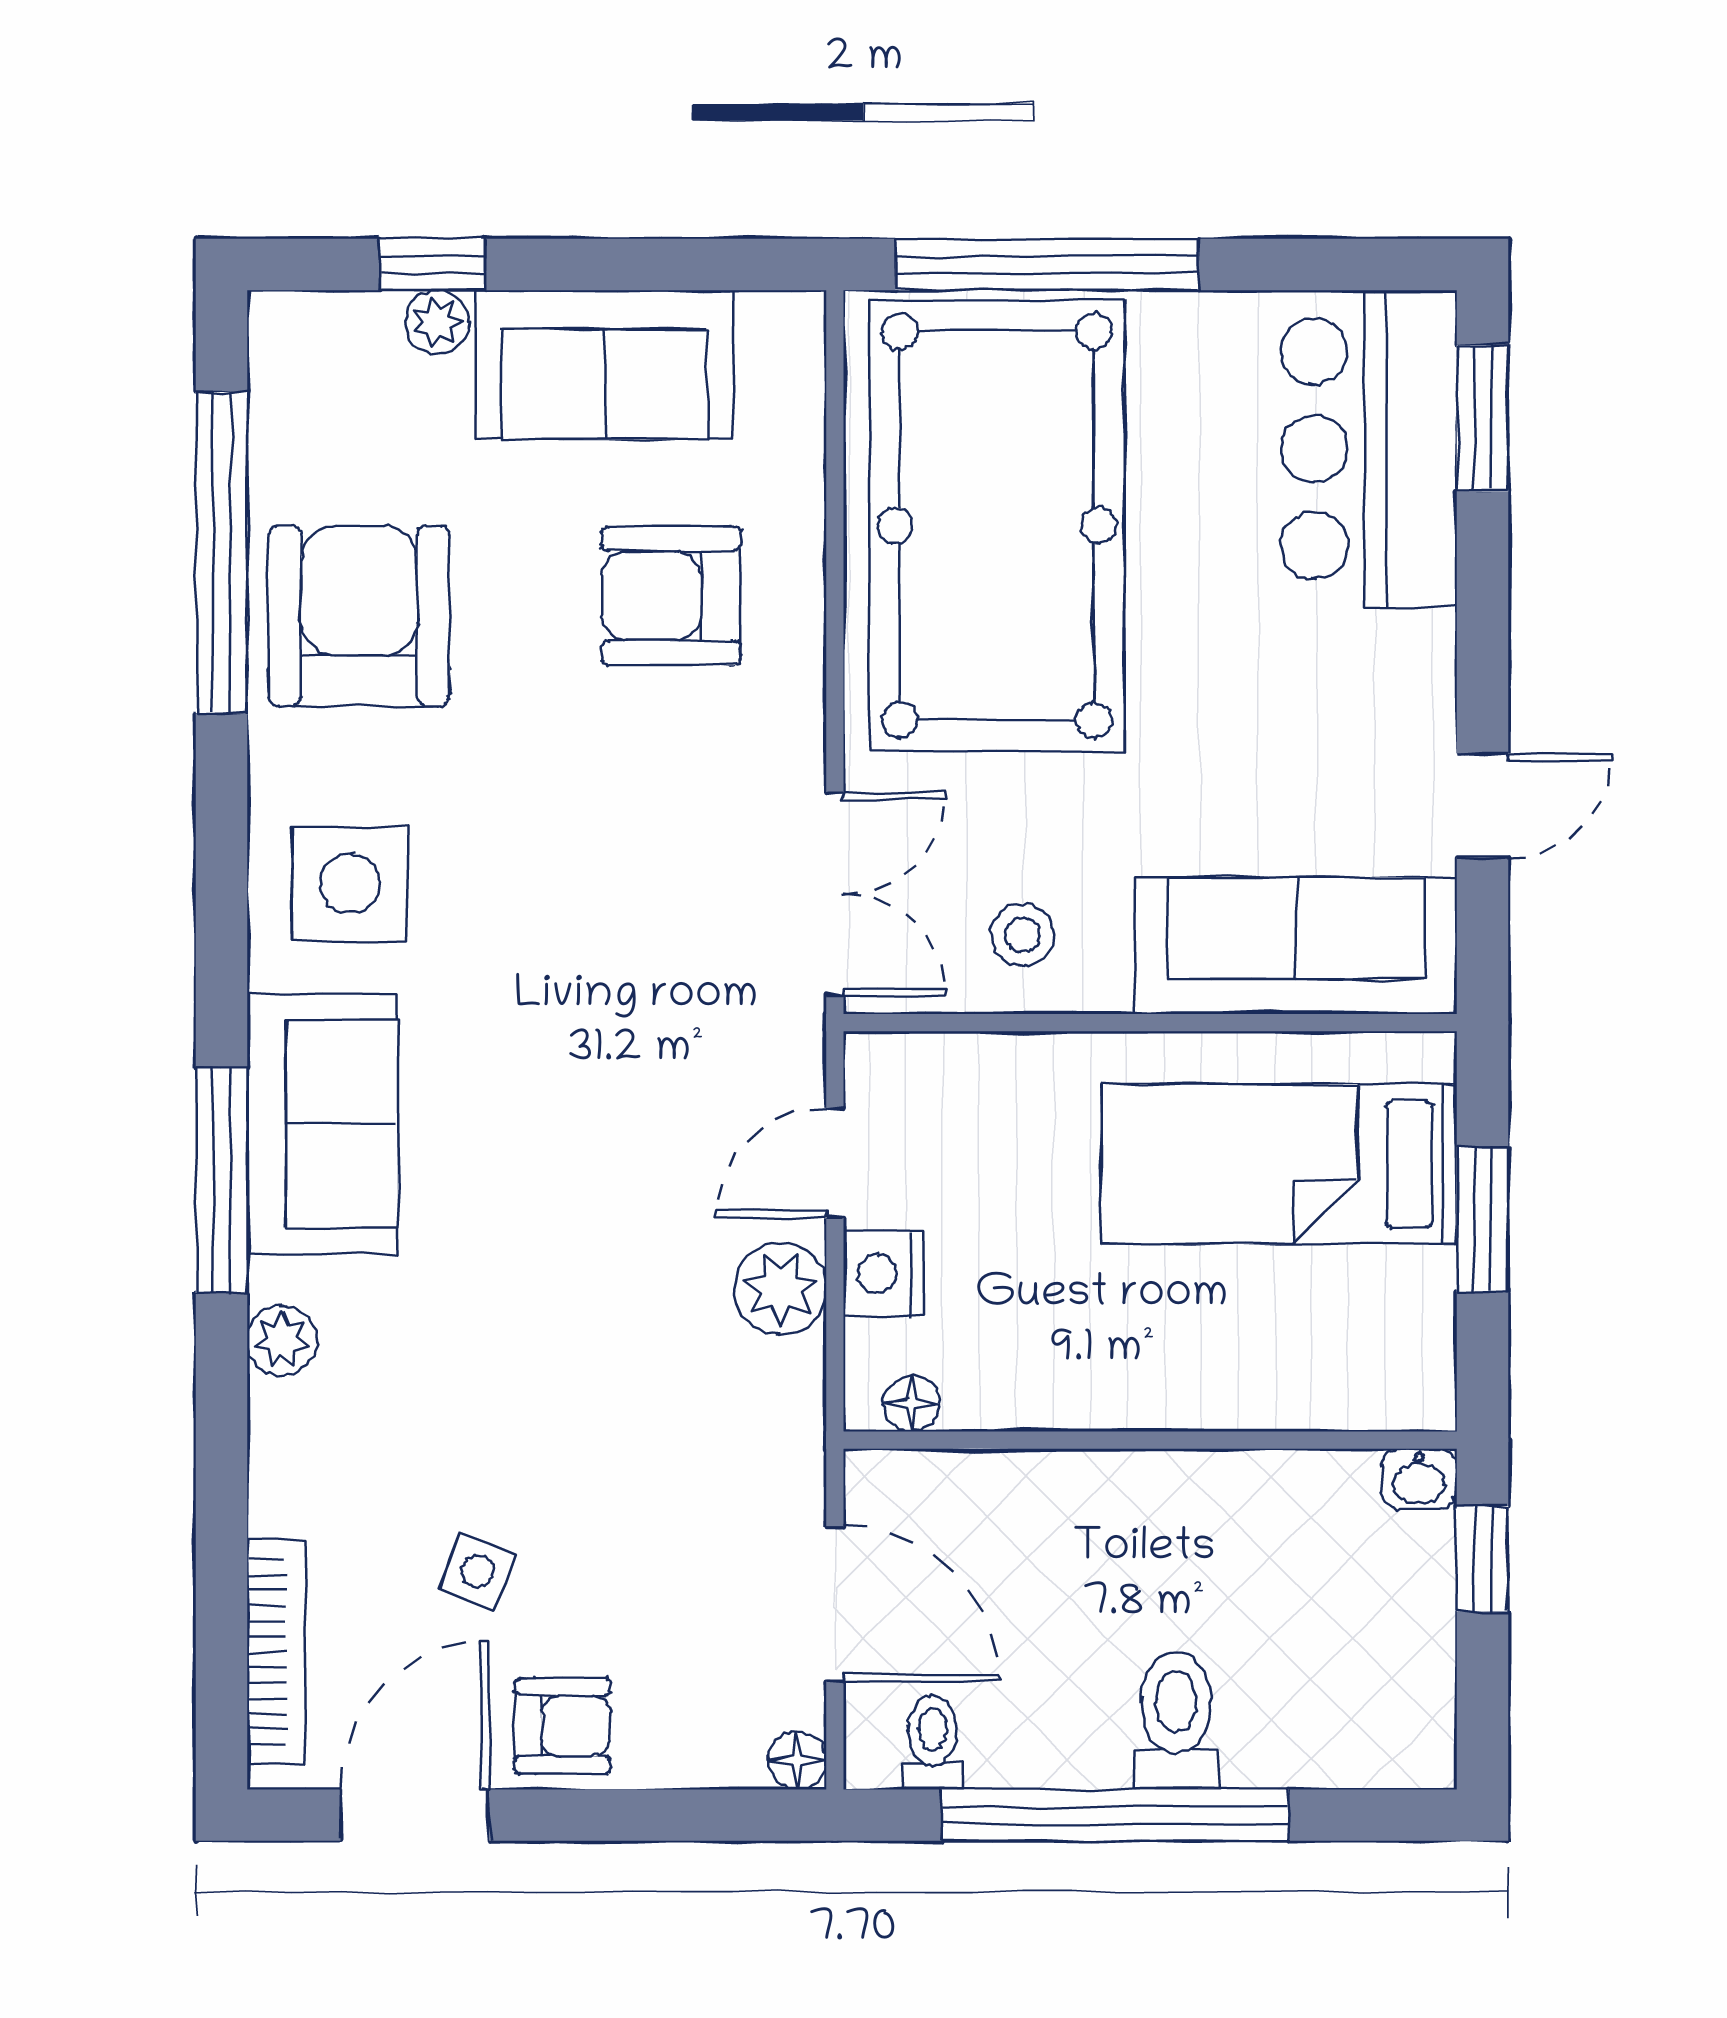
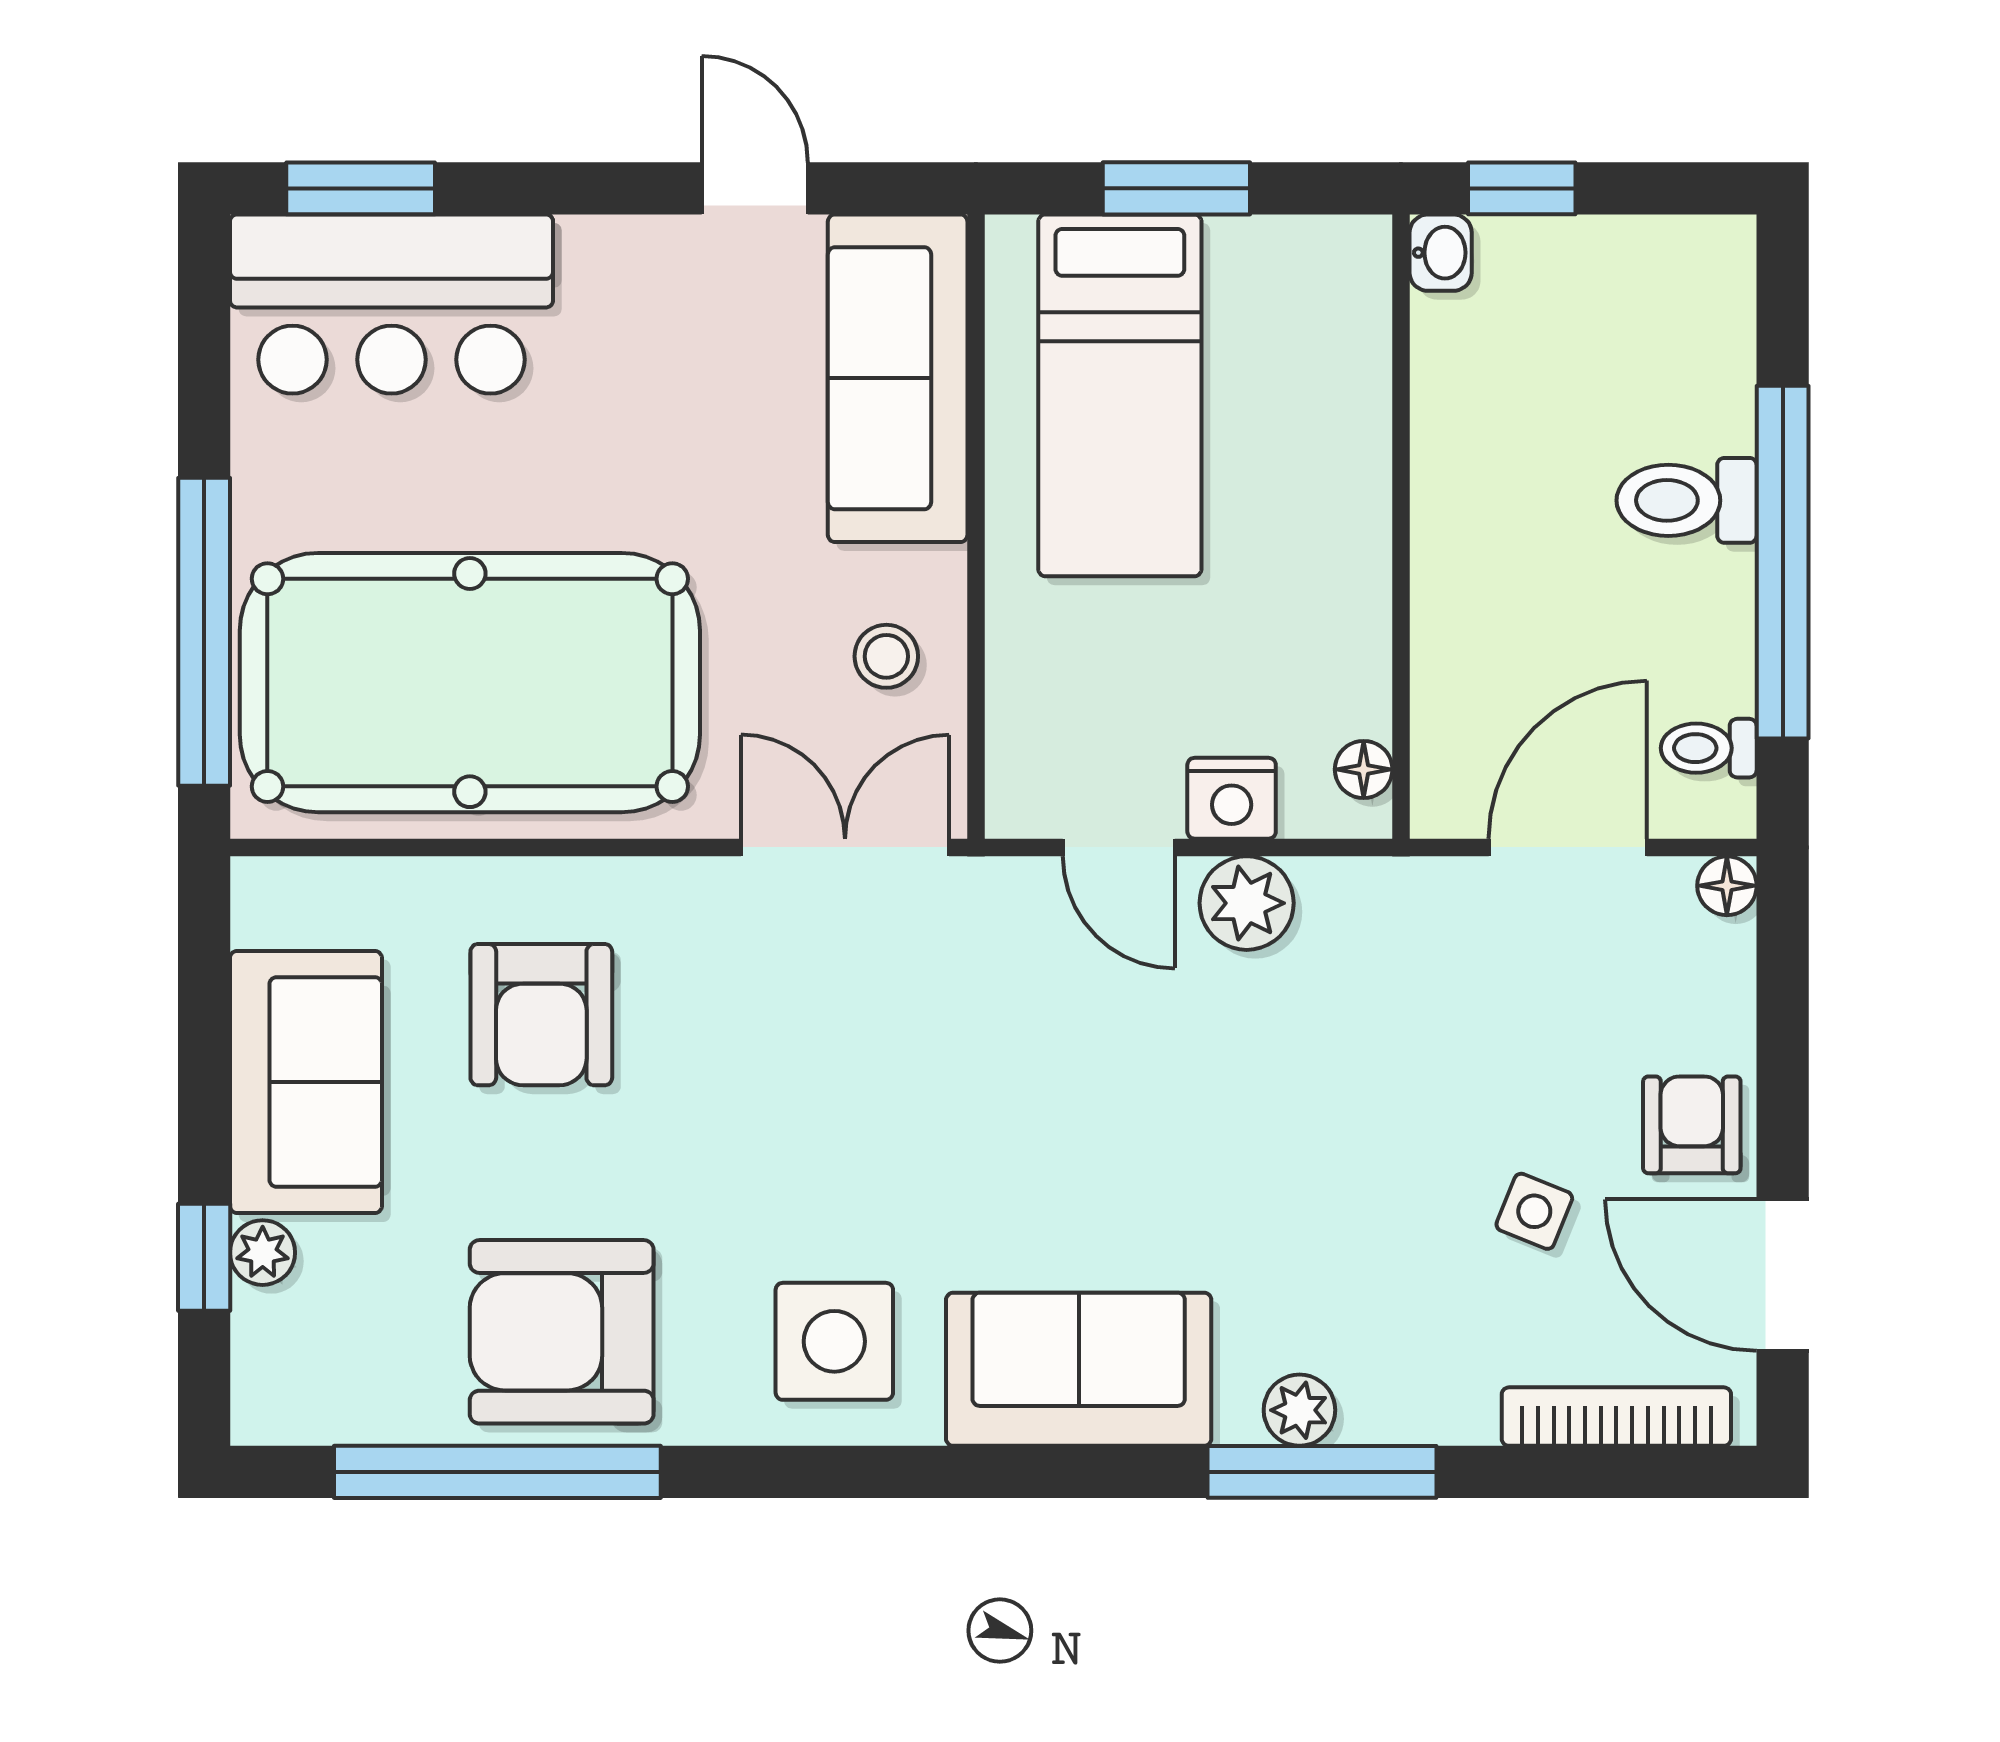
window: (222, 1180) -> (1322, 1472), moved

